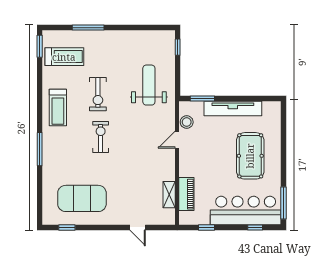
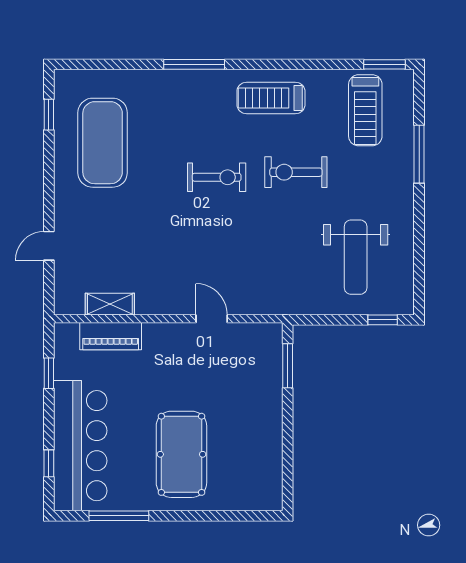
weight bench: (149, 85) -> (356, 257), moved, turned 90
tv unit: (233, 108) -> (269, 422), removed
stool: (187, 122) -> (244, 337), removed
pool table: (250, 156) -> (181, 454), turned 90
window: (283, 203) -> (119, 516), moved

